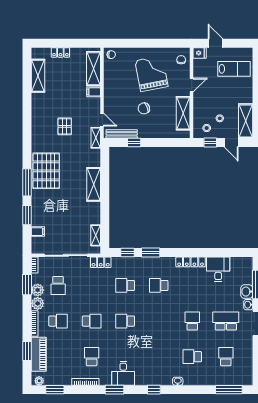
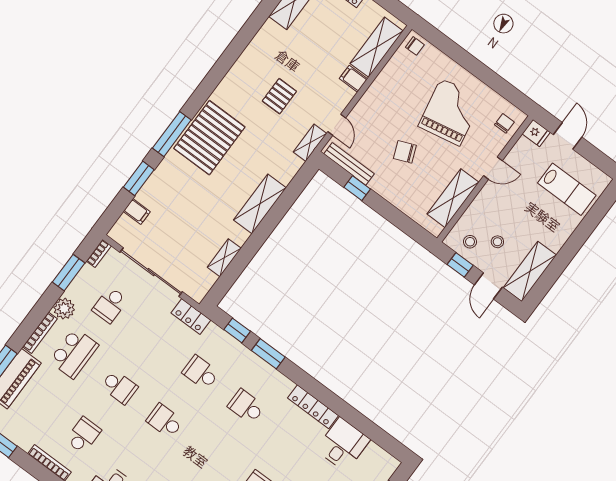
shelving: (96, 235) -> (224, 258), moved
plant: (38, 290) -> (77, 290), removed
school desk: (58, 321) -> (74, 353), width x1.85

